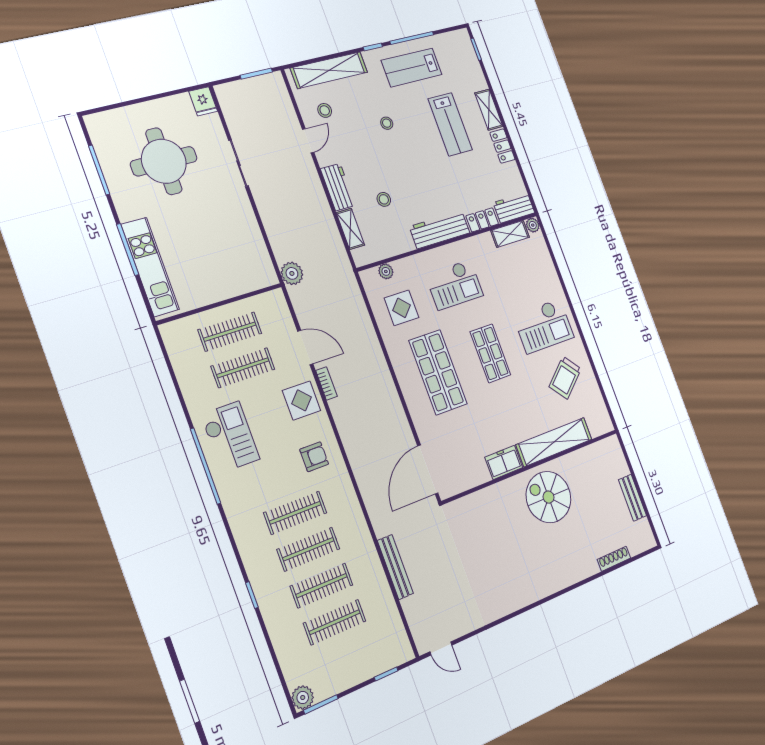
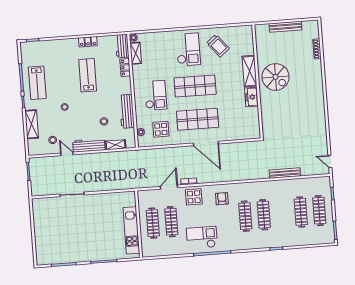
shelving: (329, 70) -> (32, 124), width x0.68
fridge: (203, 101) -> (38, 204), removed
shelving: (489, 110) -> (67, 43), removed
lab bench: (450, 124) -> (88, 75), moved, turned -90
round table: (164, 161) -> (65, 232), removed
workbench: (338, 187) -> (89, 145), width x1.38
workbench: (440, 230) -> (127, 111), moved
kitchen unit: (150, 267) -> (131, 230), moved, turned -90
plant: (292, 273) -> (132, 183), removed
shop shelf: (490, 353) -> (195, 86), width x1.43, depth x1.36
shelving: (554, 442) -> (249, 71), width x0.68
door: (428, 469) -> (206, 144), moved
spiral stairs: (549, 497) -> (276, 77), turned -90
bench: (632, 498) -> (285, 27), width x1.36
clothes rail: (322, 586) -> (319, 211), moved
door: (441, 648) -> (330, 161), swing flipped
plant: (303, 698) -> (329, 238), removed

